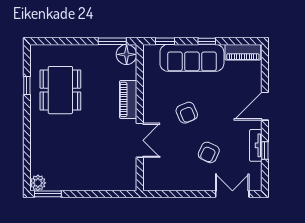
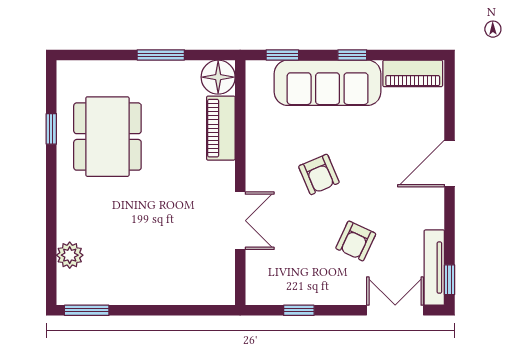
window: (112, 41) -> (161, 55), moved
piano: (128, 99) -> (221, 128), moved
tv unit: (256, 145) -> (434, 268), moved, width x1.41
window: (265, 151) -> (450, 280), moved
plant: (38, 183) -> (70, 255), moved
window: (175, 194) -> (299, 310), added

